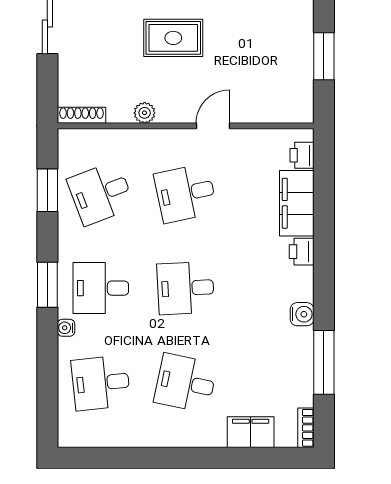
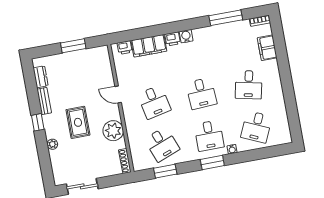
plant: (145, 113) -> (113, 131), width x1.88, depth x1.88
water cooler: (302, 314) -> (186, 36), moved
desk: (101, 383) -> (256, 127), turned 30

